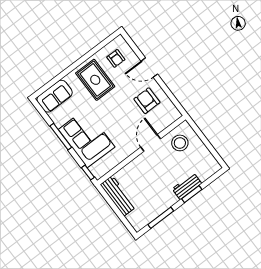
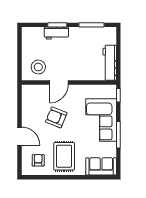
armchair: (147, 101) -> (56, 117), moved, turned 112

